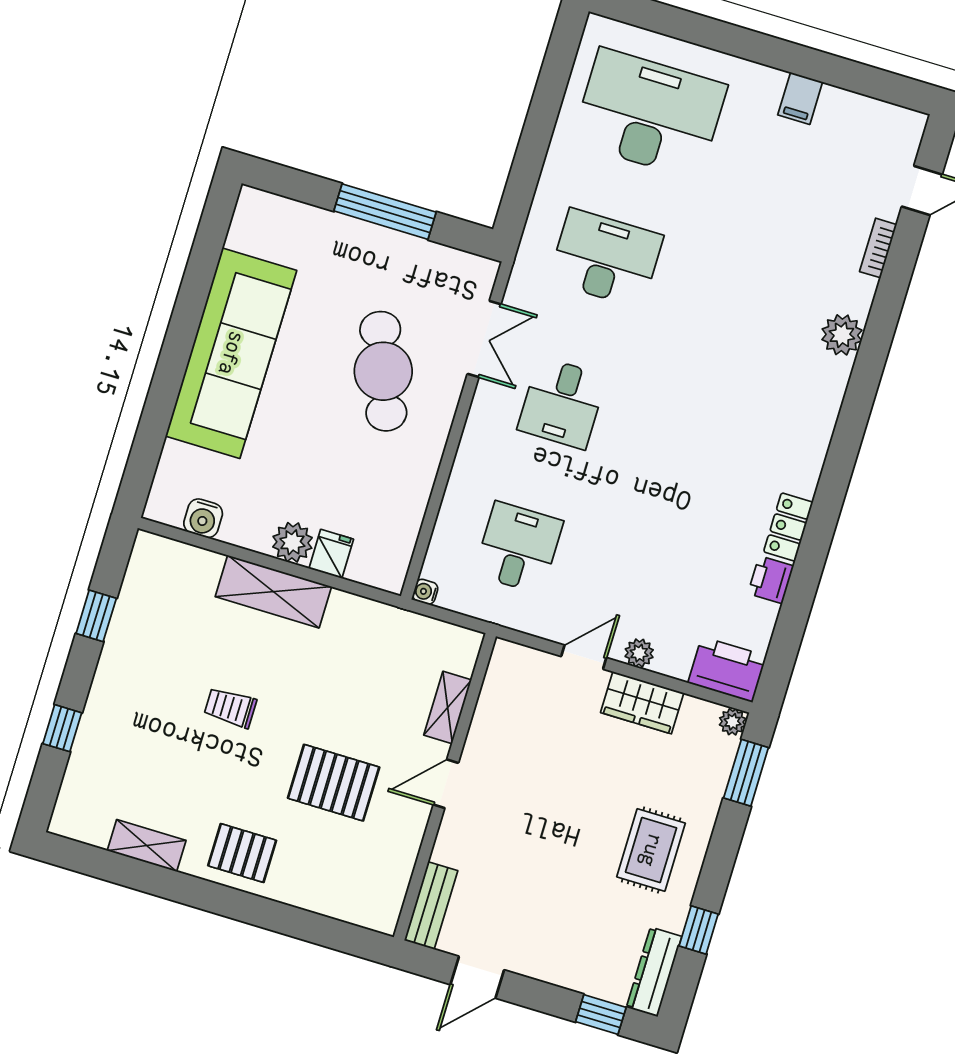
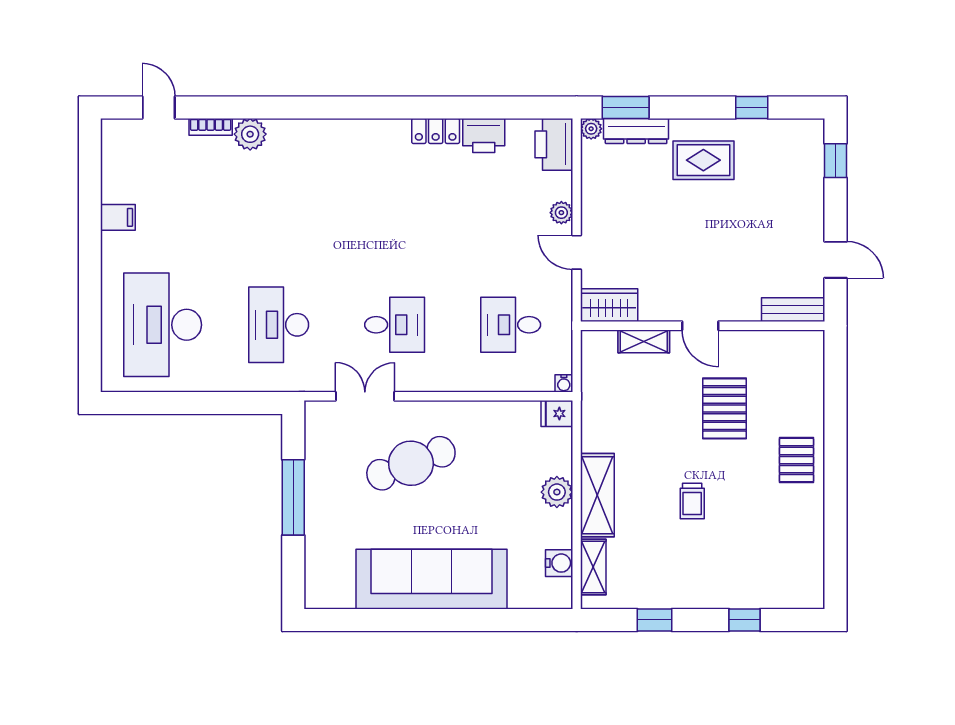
plant: (842, 335) -> (250, 134), moved
fridge: (331, 554) -> (557, 414), moved
printer: (771, 580) -> (484, 135), width x1.36, depth x1.24
wardrobe: (642, 703) -> (609, 305), moved, turned -90
shelving: (147, 846) -> (593, 567), moved
dresser: (654, 972) -> (636, 131), moved

